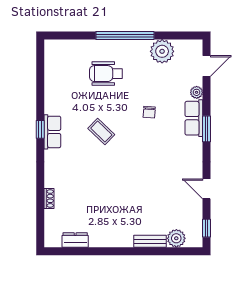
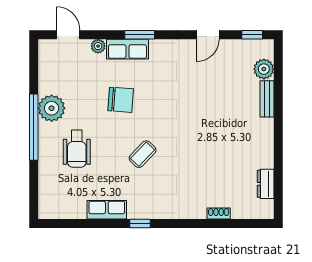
plant: (162, 51) -> (52, 108), moved
chair: (149, 112) -> (121, 100), width x1.87, depth x1.87
row of seats: (52, 132) -> (107, 210), moved

